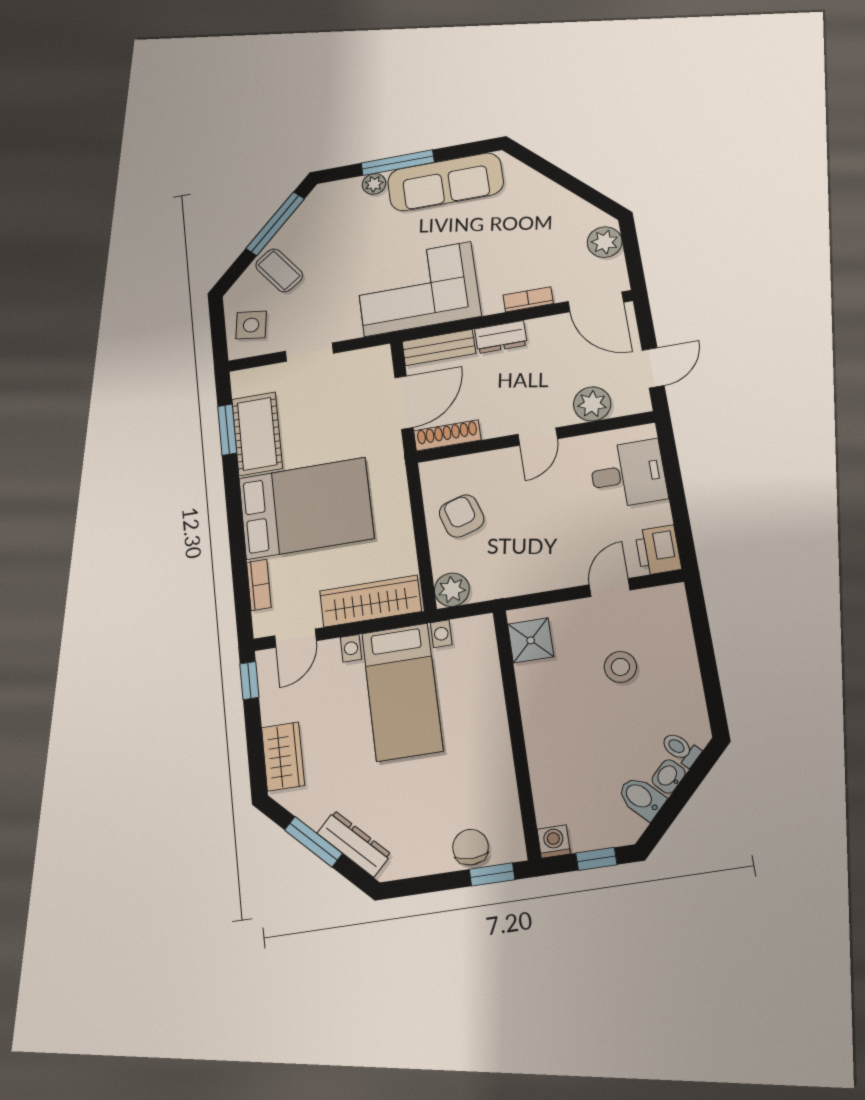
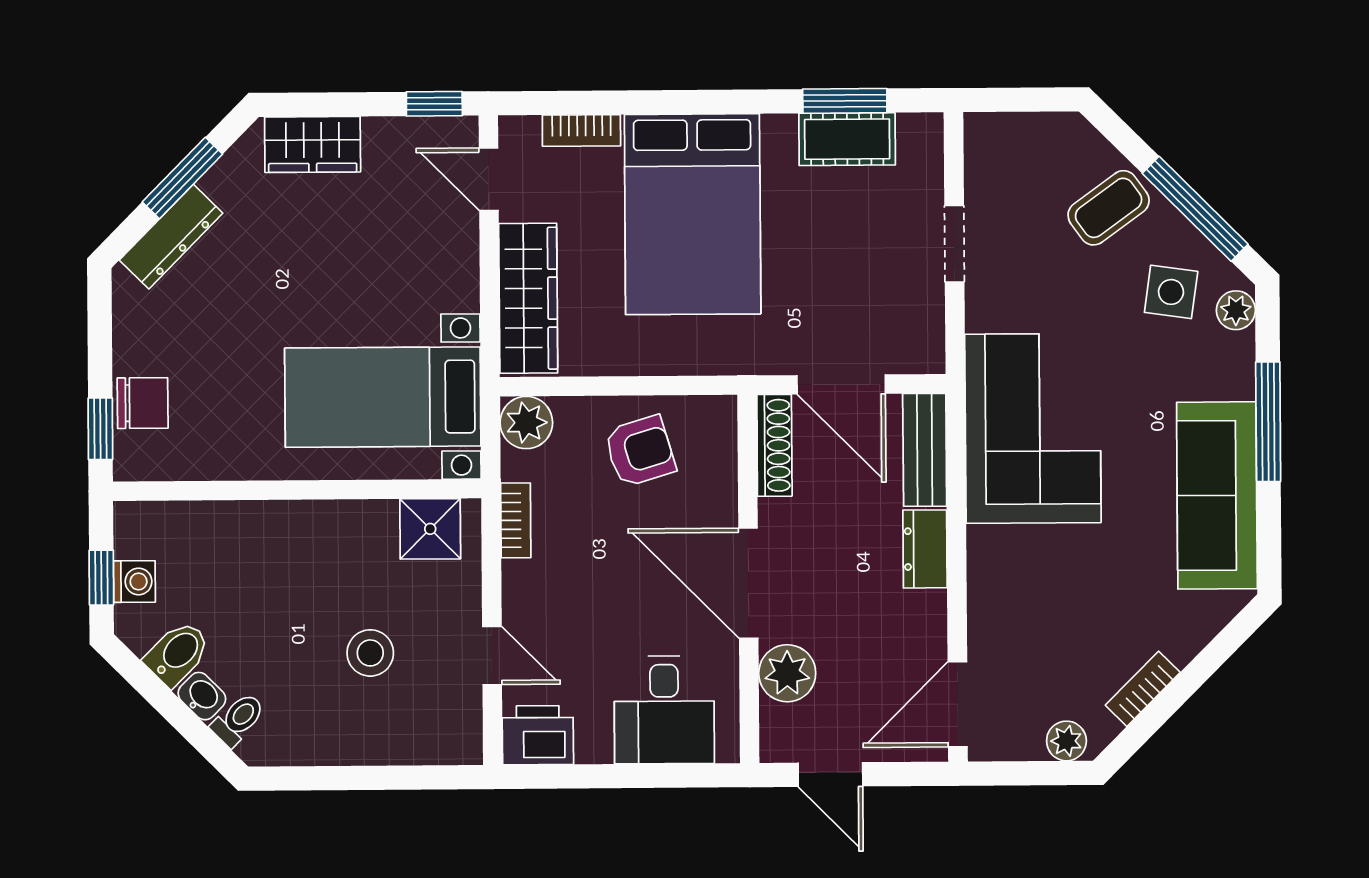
plant: (374, 184) -> (1236, 310), moved
plant: (605, 242) -> (1066, 741), width x0.73, depth x0.73
bookcase: (528, 299) -> (1143, 689), moved, turned -135
side table: (251, 325) -> (1171, 292), moved
cot: (257, 434) -> (847, 139), width x0.73, depth x0.75
door: (538, 437) -> (748, 583), width x1.88
bookcase: (517, 586) -> (516, 520), added
bed with nightstands: (402, 692) -> (383, 397), moved
washing machine: (554, 841) -> (134, 582), moved

